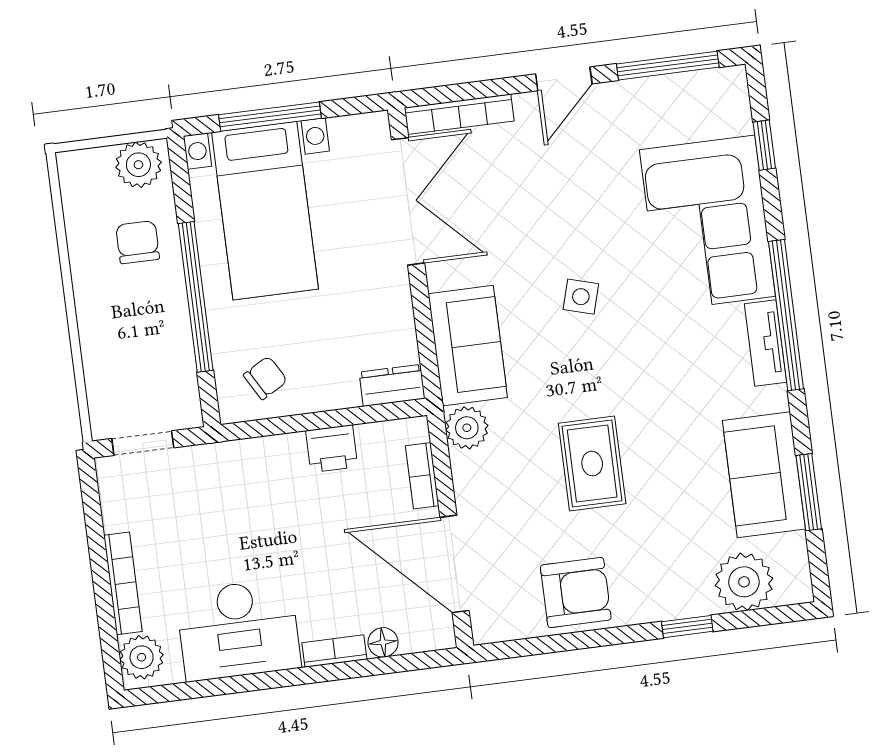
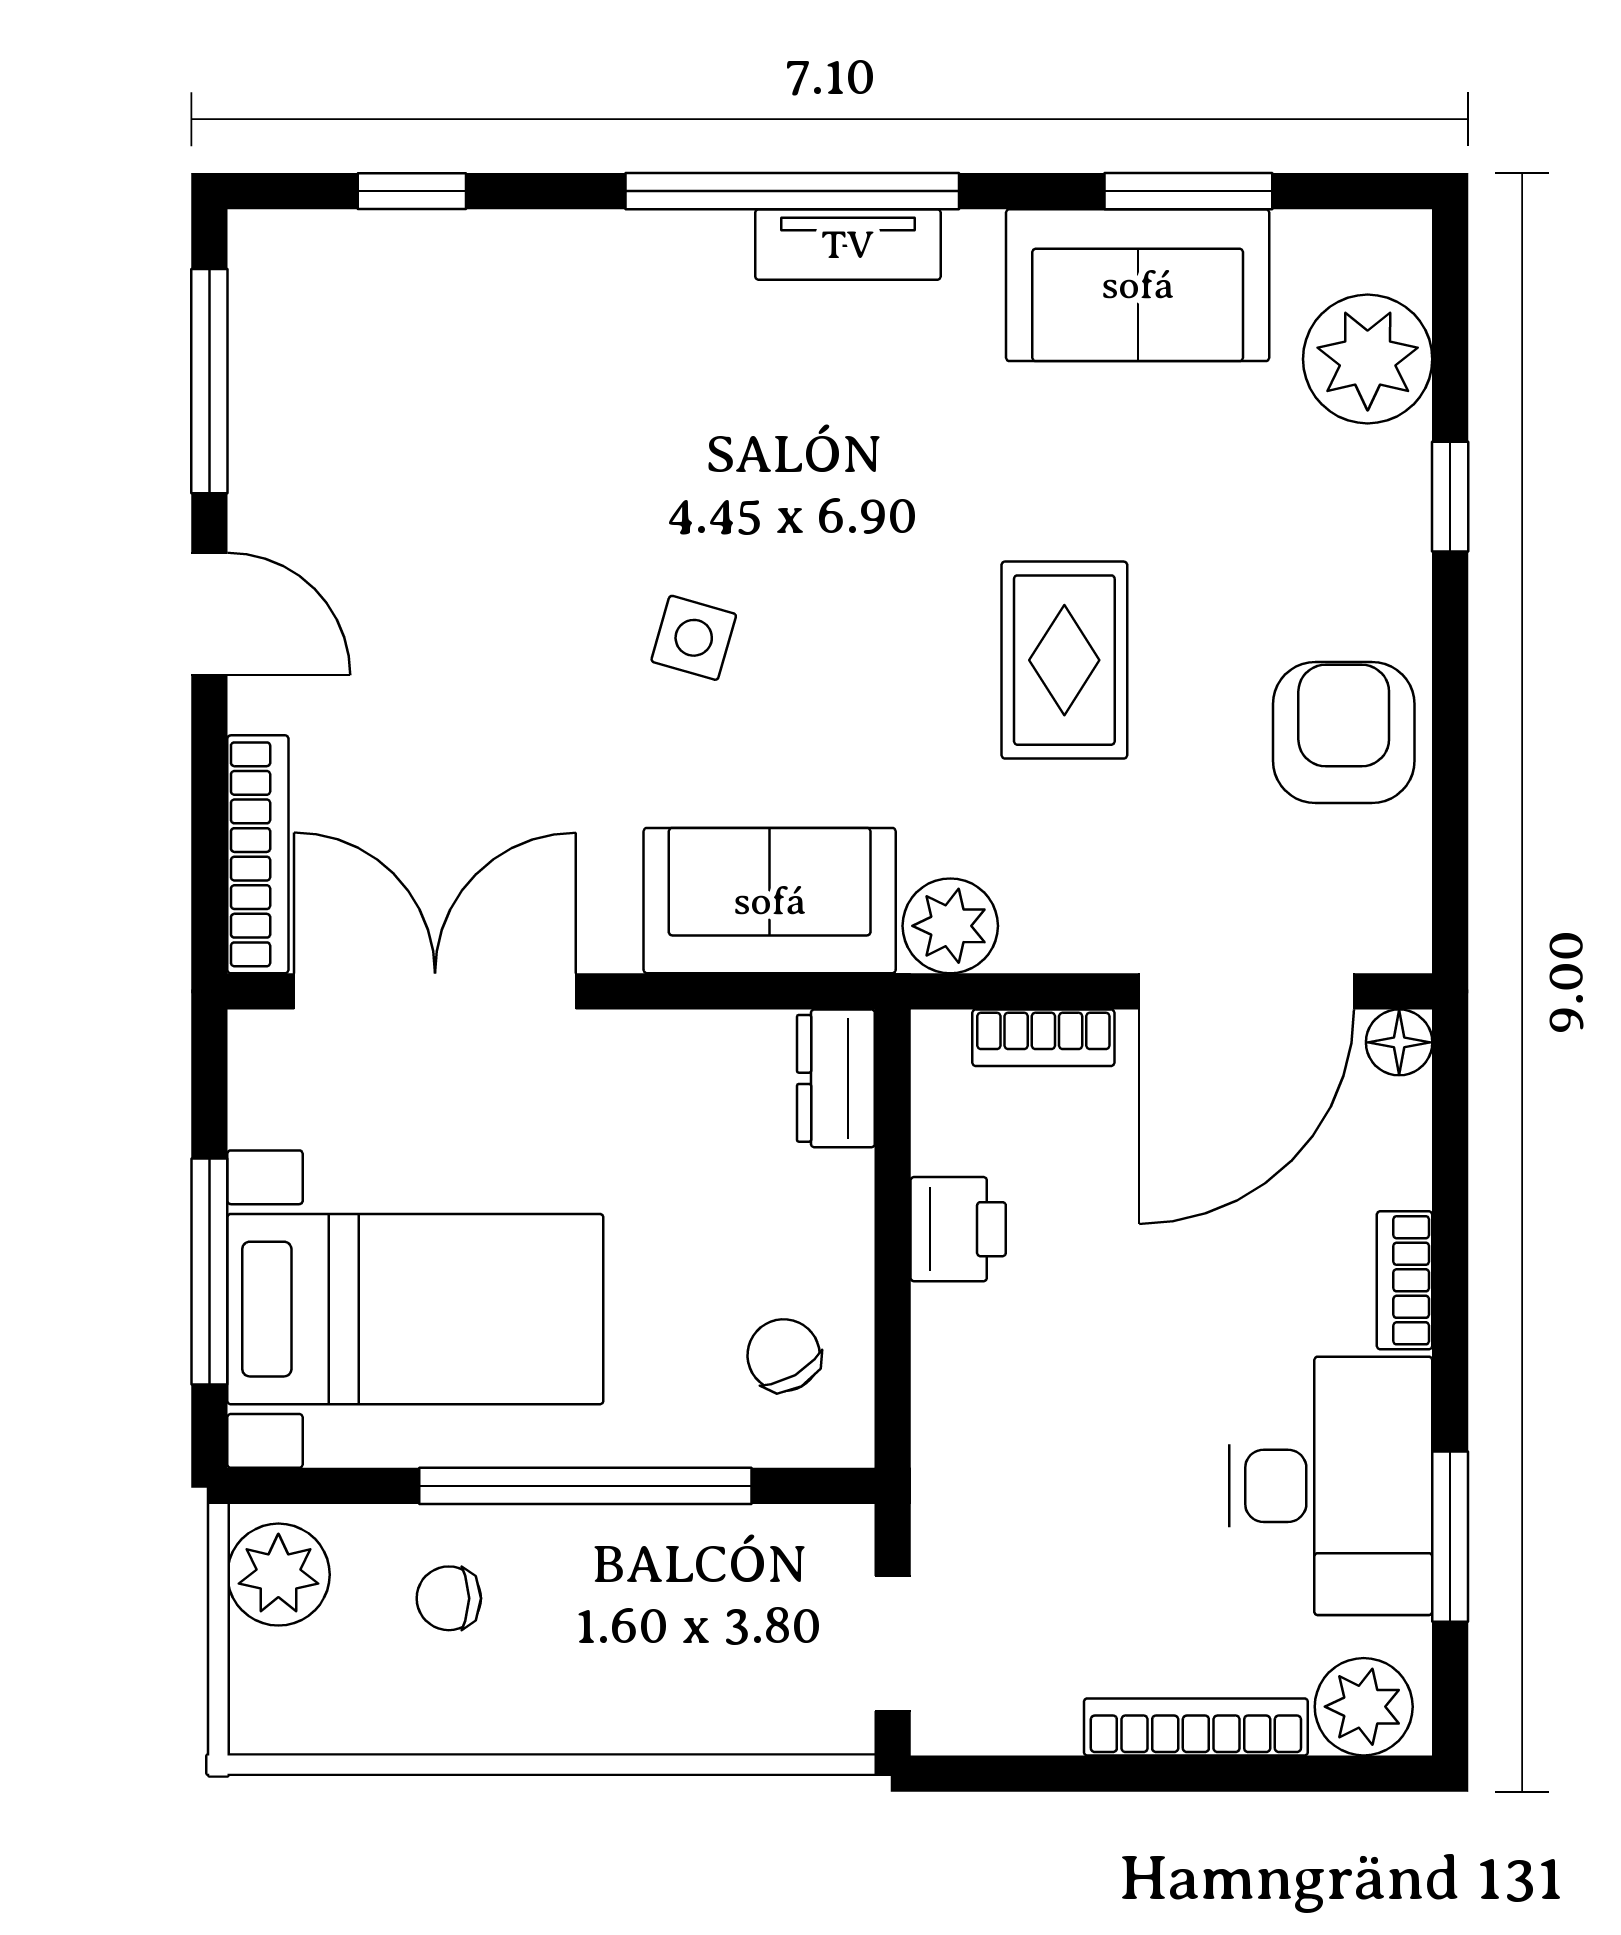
corner sofa: (707, 223) -> (567, 338), removed
chair: (138, 242) -> (449, 1598), width x0.73, depth x0.73
rug: (592, 464) -> (1064, 660), turned 90
floor lamp: (383, 642) -> (1399, 1042), moved
window: (223, 686) -> (1450, 1537), added

